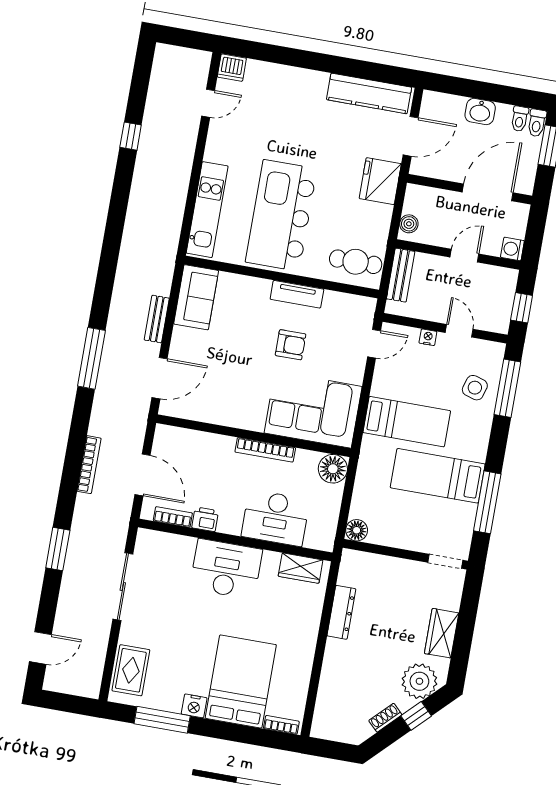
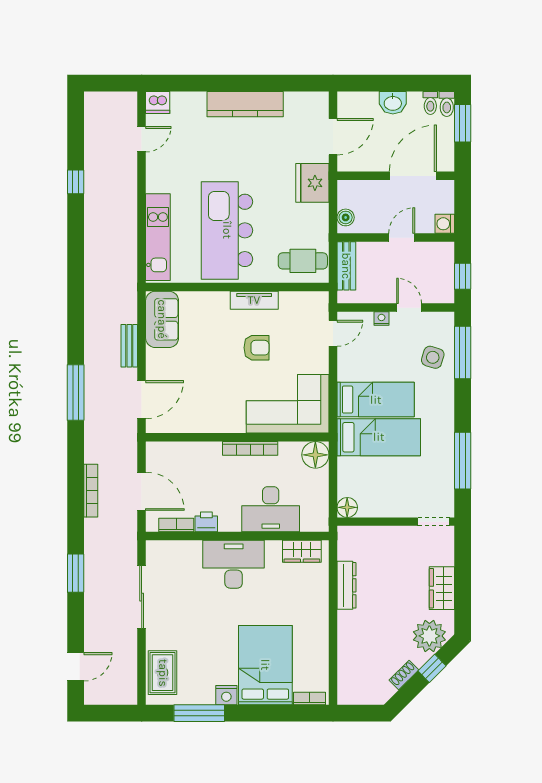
kitchen counter: (369, 93) -> (245, 104), moved
bed: (438, 476) -> (379, 437), moved, turned 180

